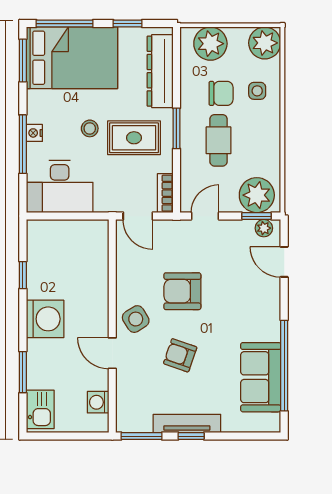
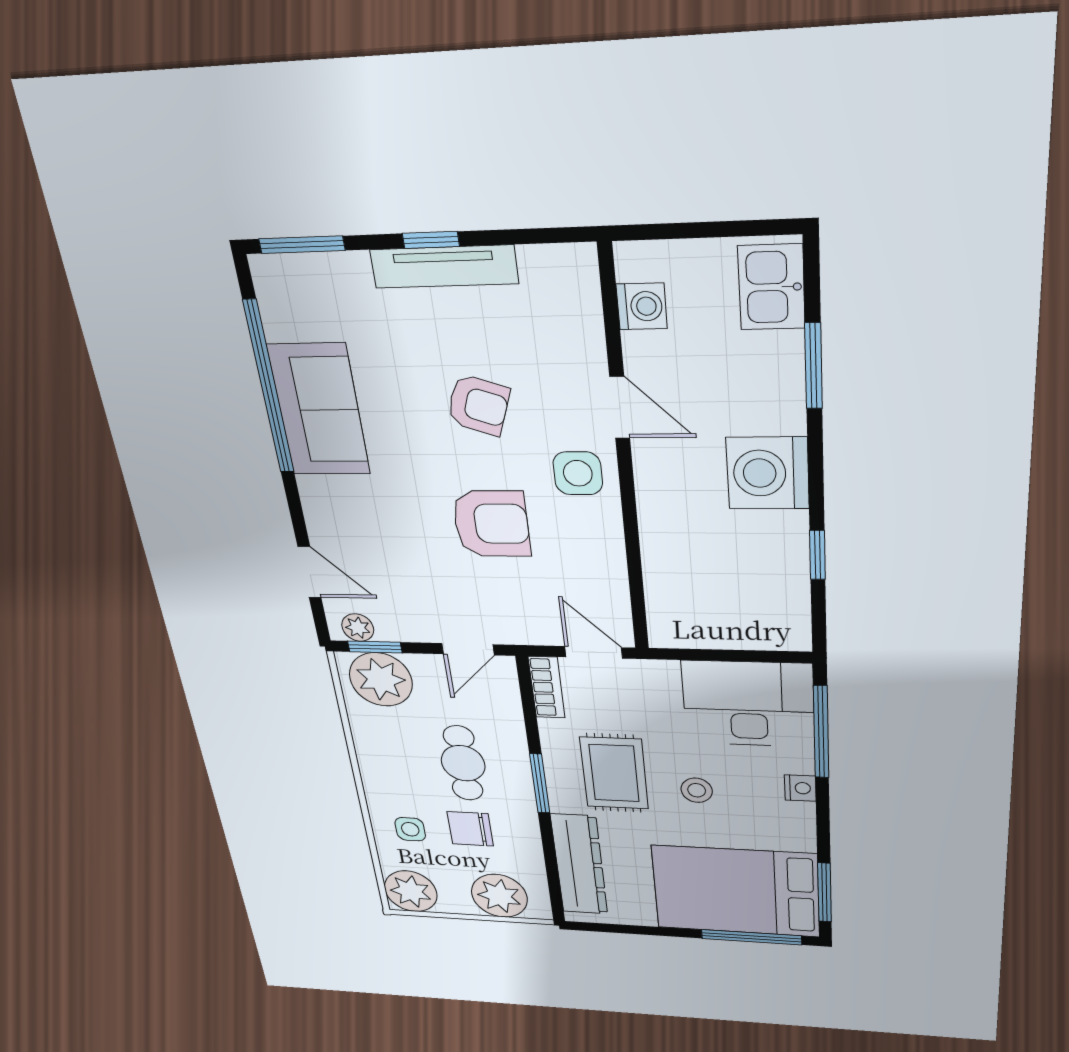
window: (128, 24) -> (642, 930), removed
rug: (134, 138) -> (614, 773), turned 90
window: (23, 144) -> (821, 732), moved
side table: (136, 319) -> (578, 473), turned 32
sofa: (261, 377) -> (319, 410), moved
window: (142, 436) -> (302, 245), moved

